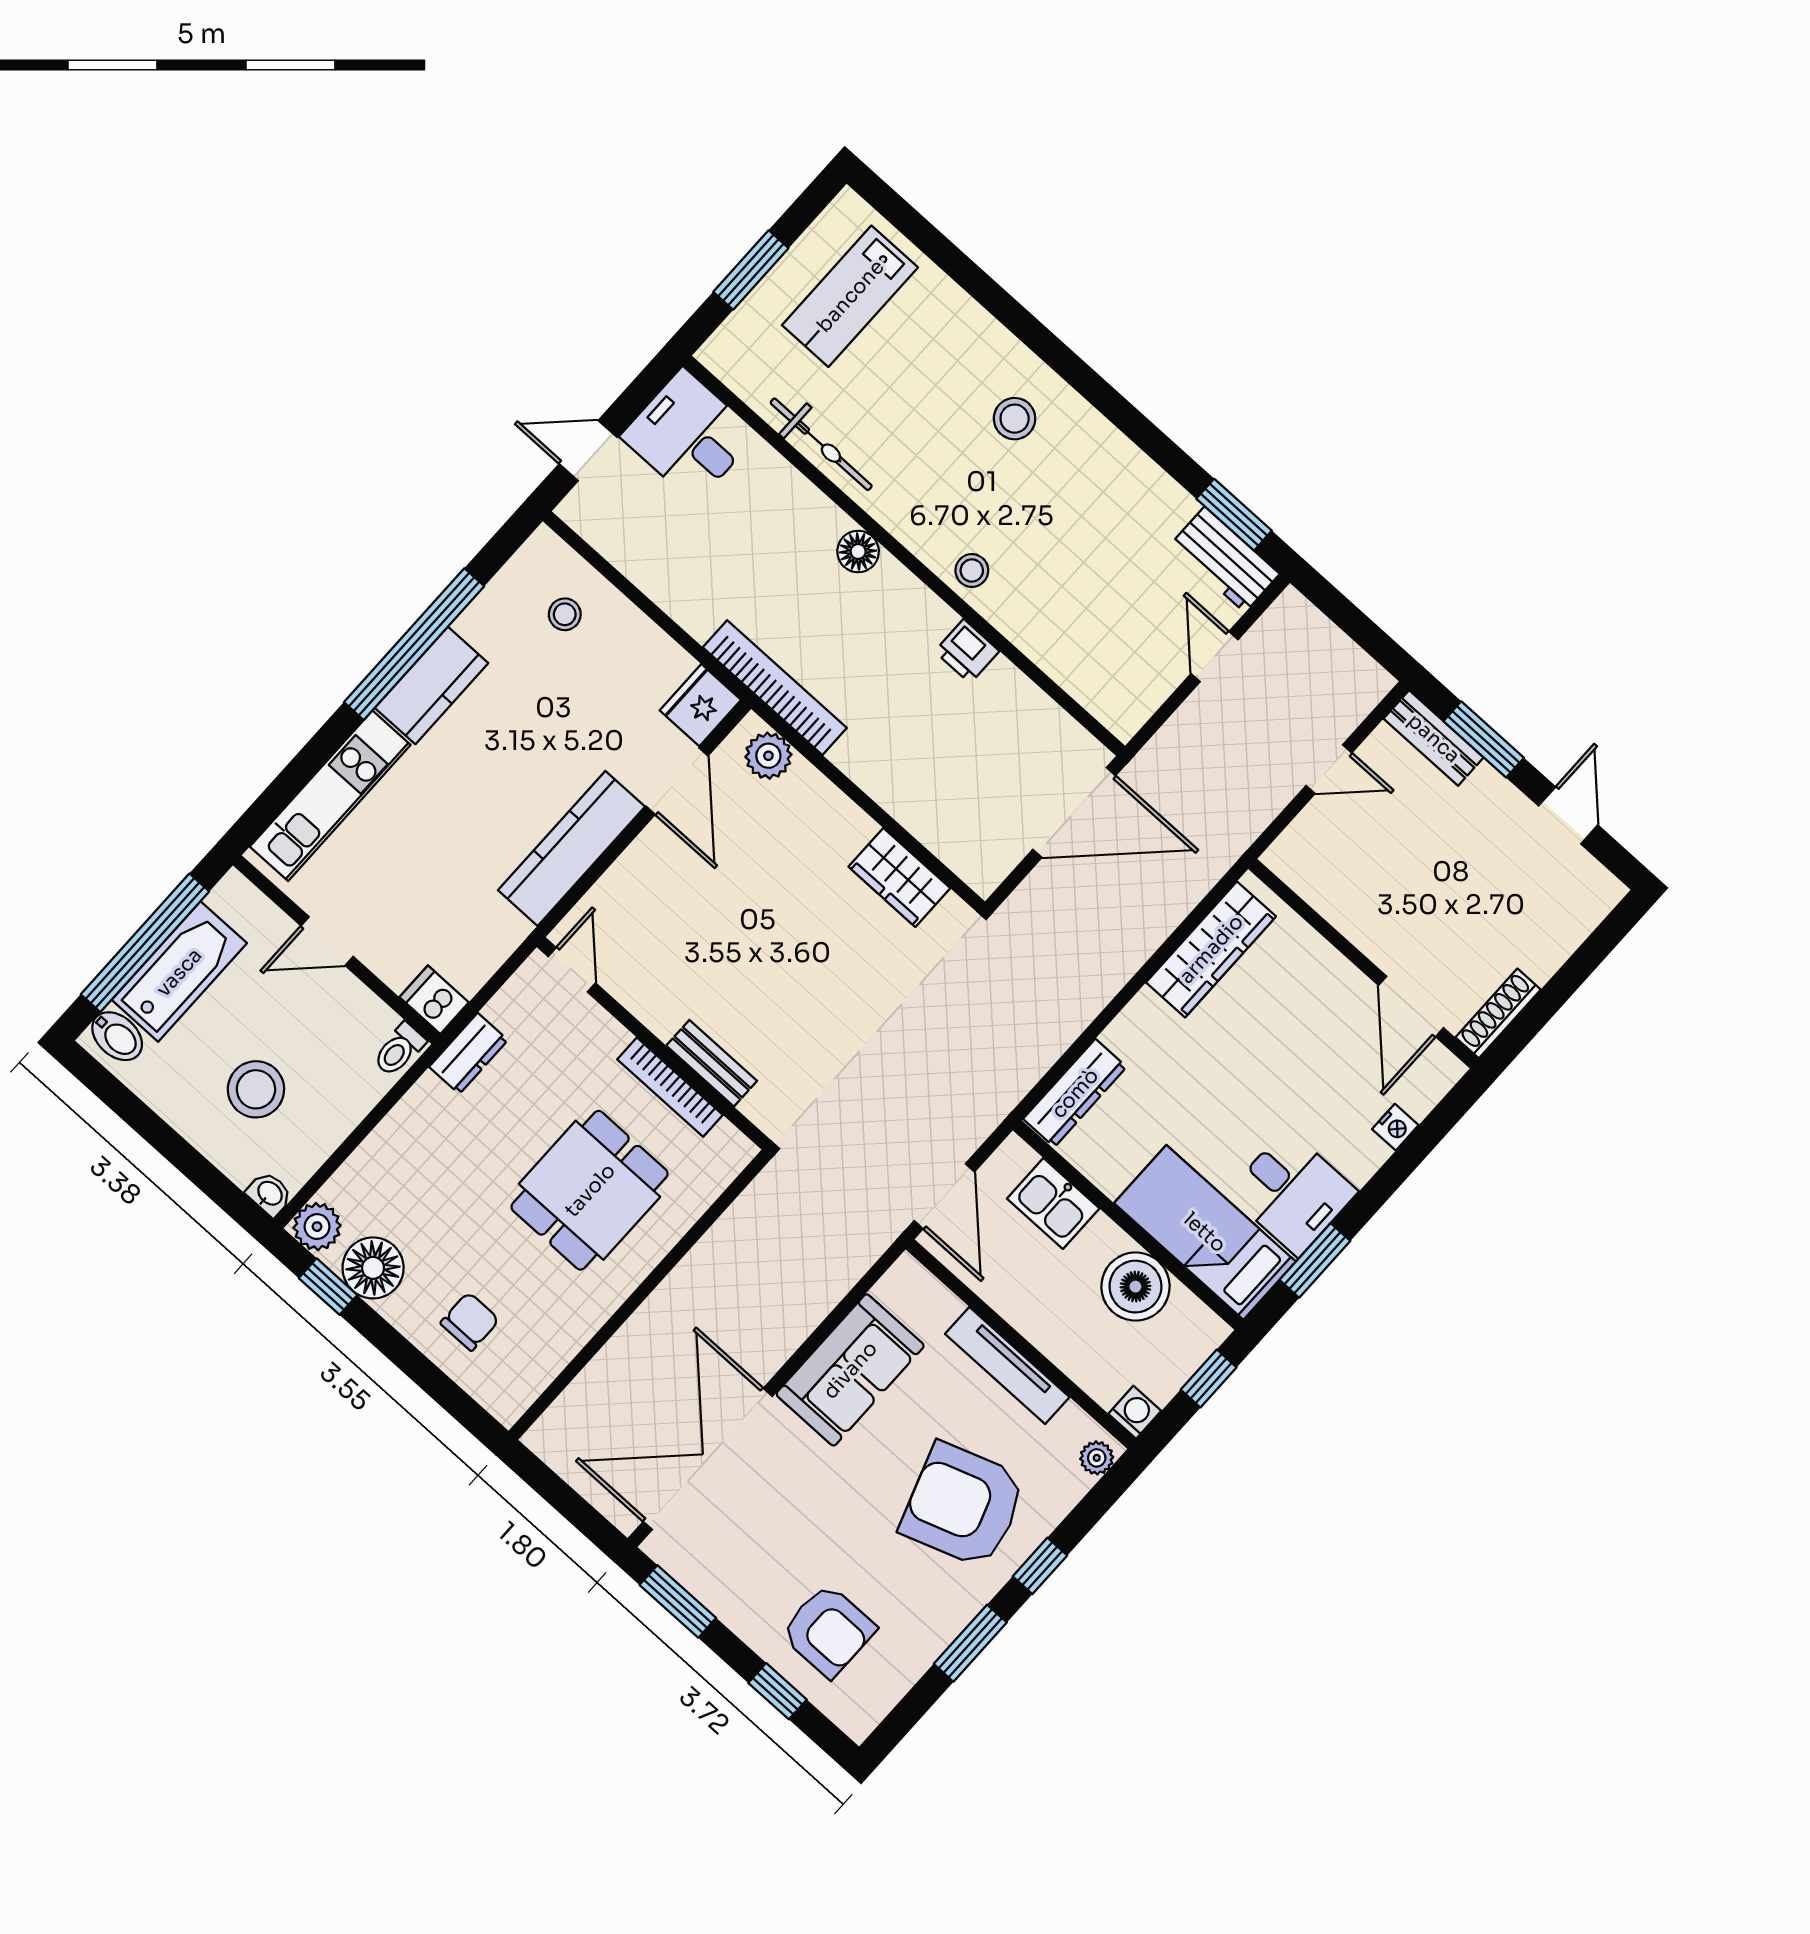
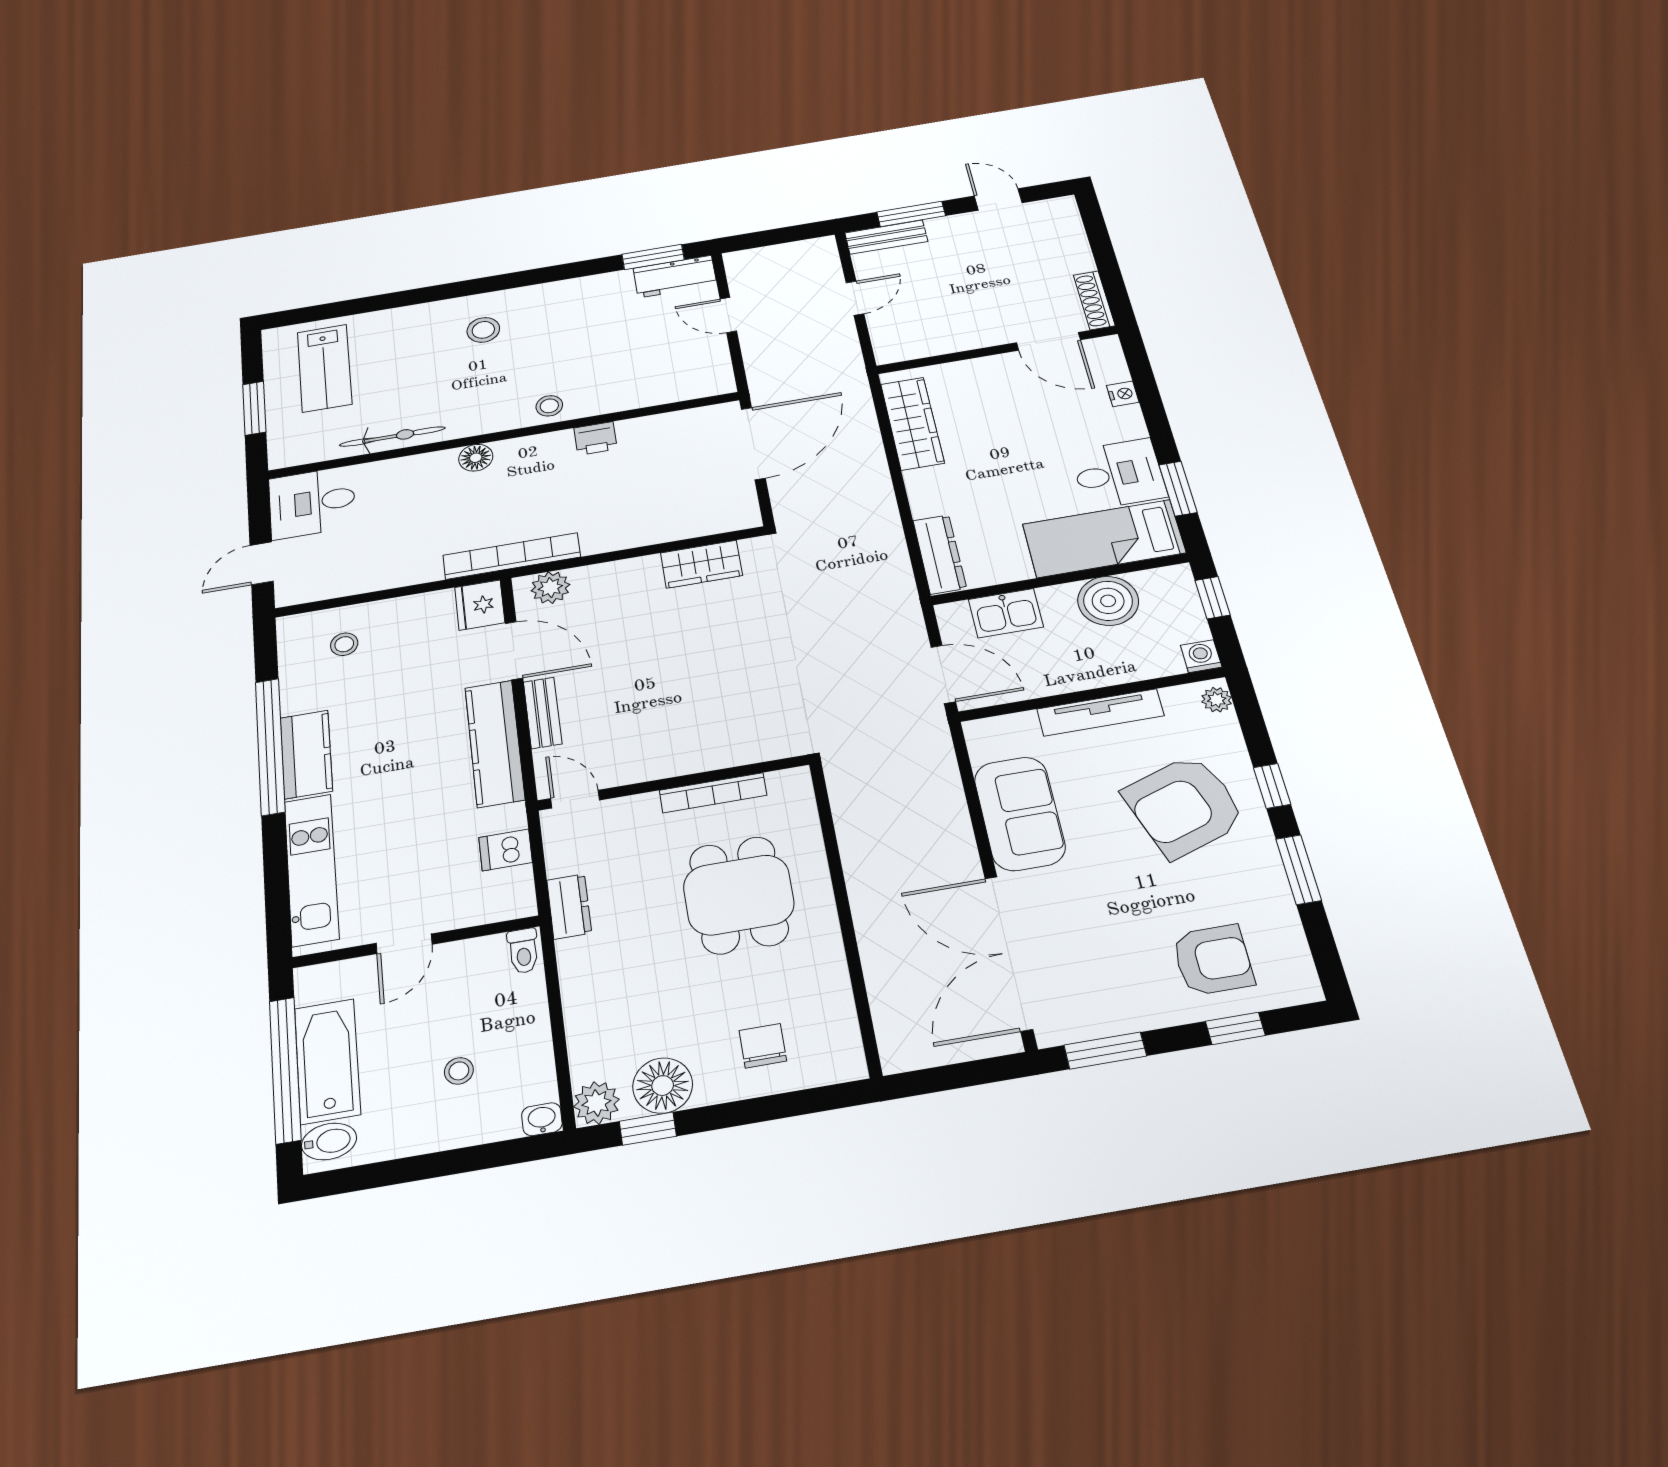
dishwasher: (434, 1000) -> (505, 850), moved
bench: (712, 1063) -> (543, 713), moved, turned 90
stool: (256, 1089) -> (459, 1071), width x0.53, depth x0.53

